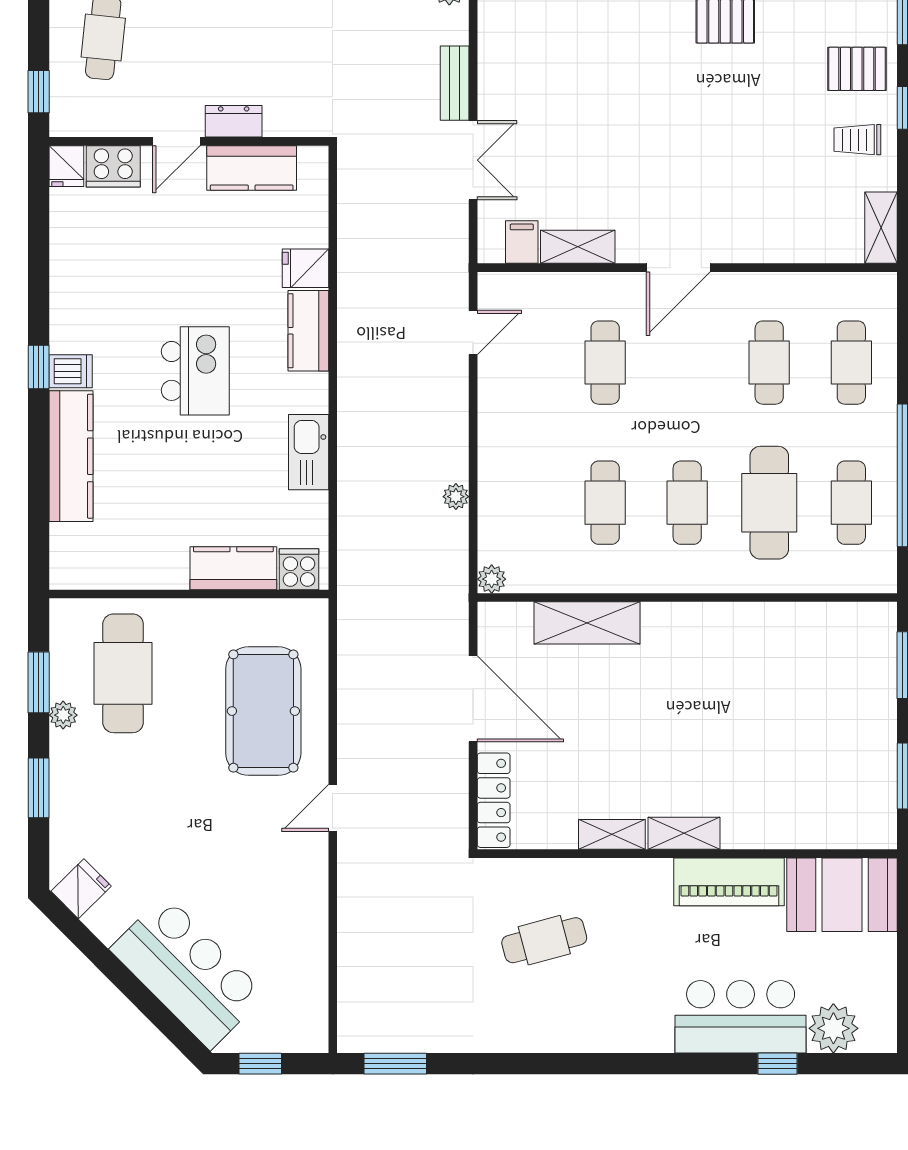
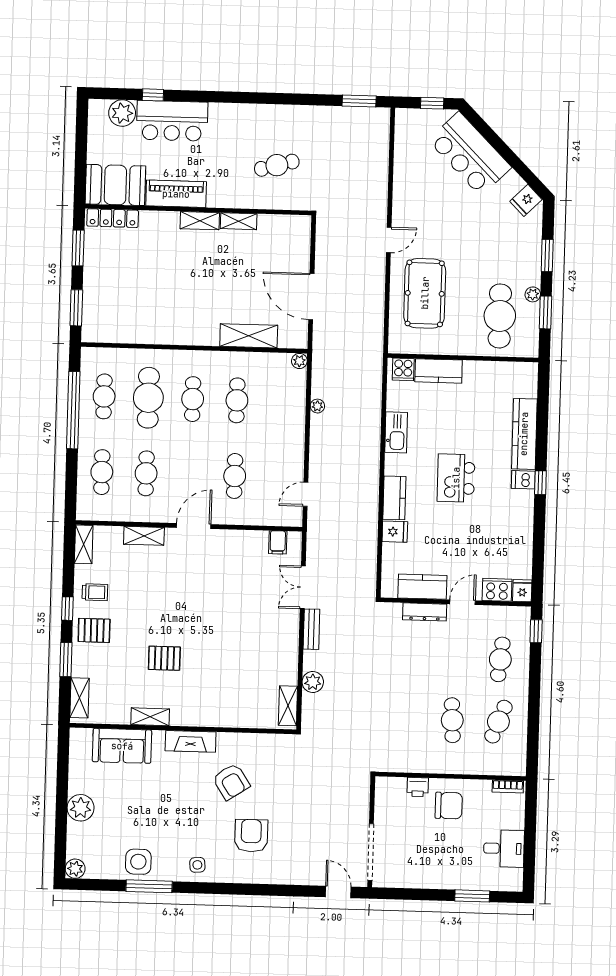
dresser: (234, 121) -> (425, 612), width x1.44
shelving: (578, 247) -> (144, 536), moved
locker: (494, 800) -> (113, 218), moved, turned -90

